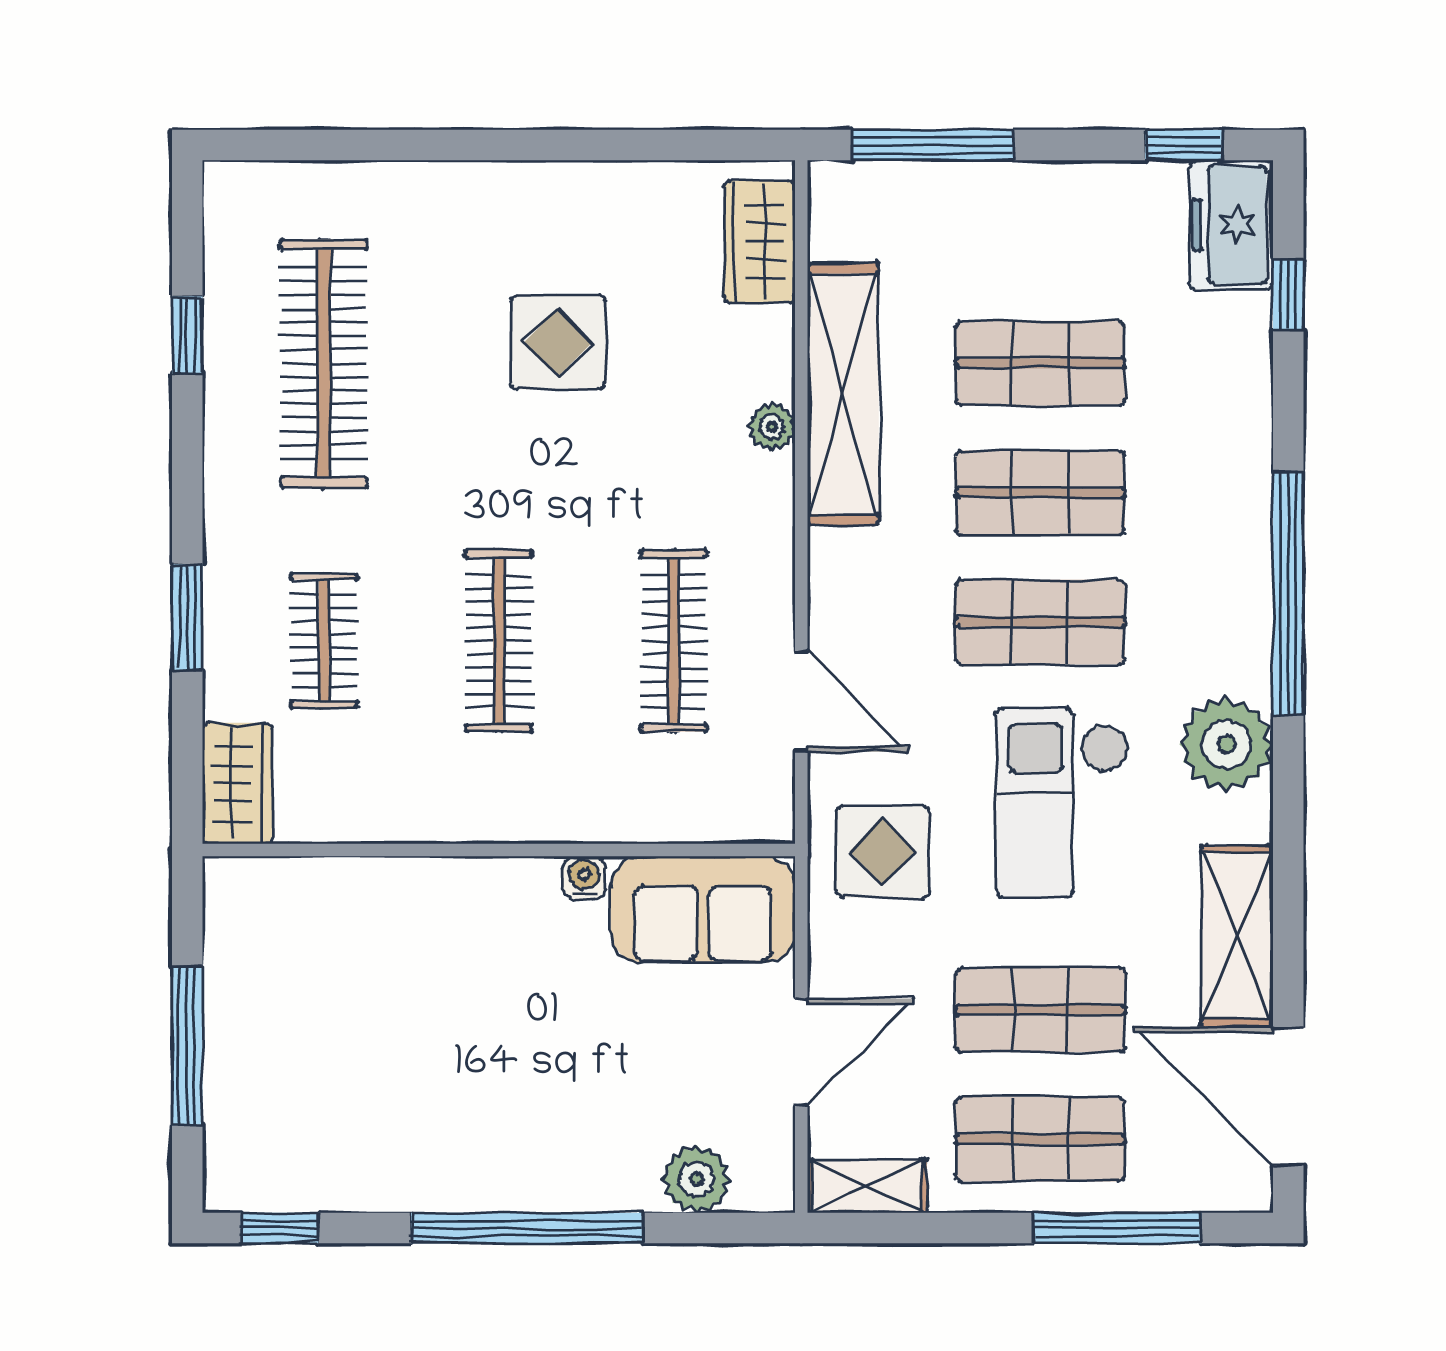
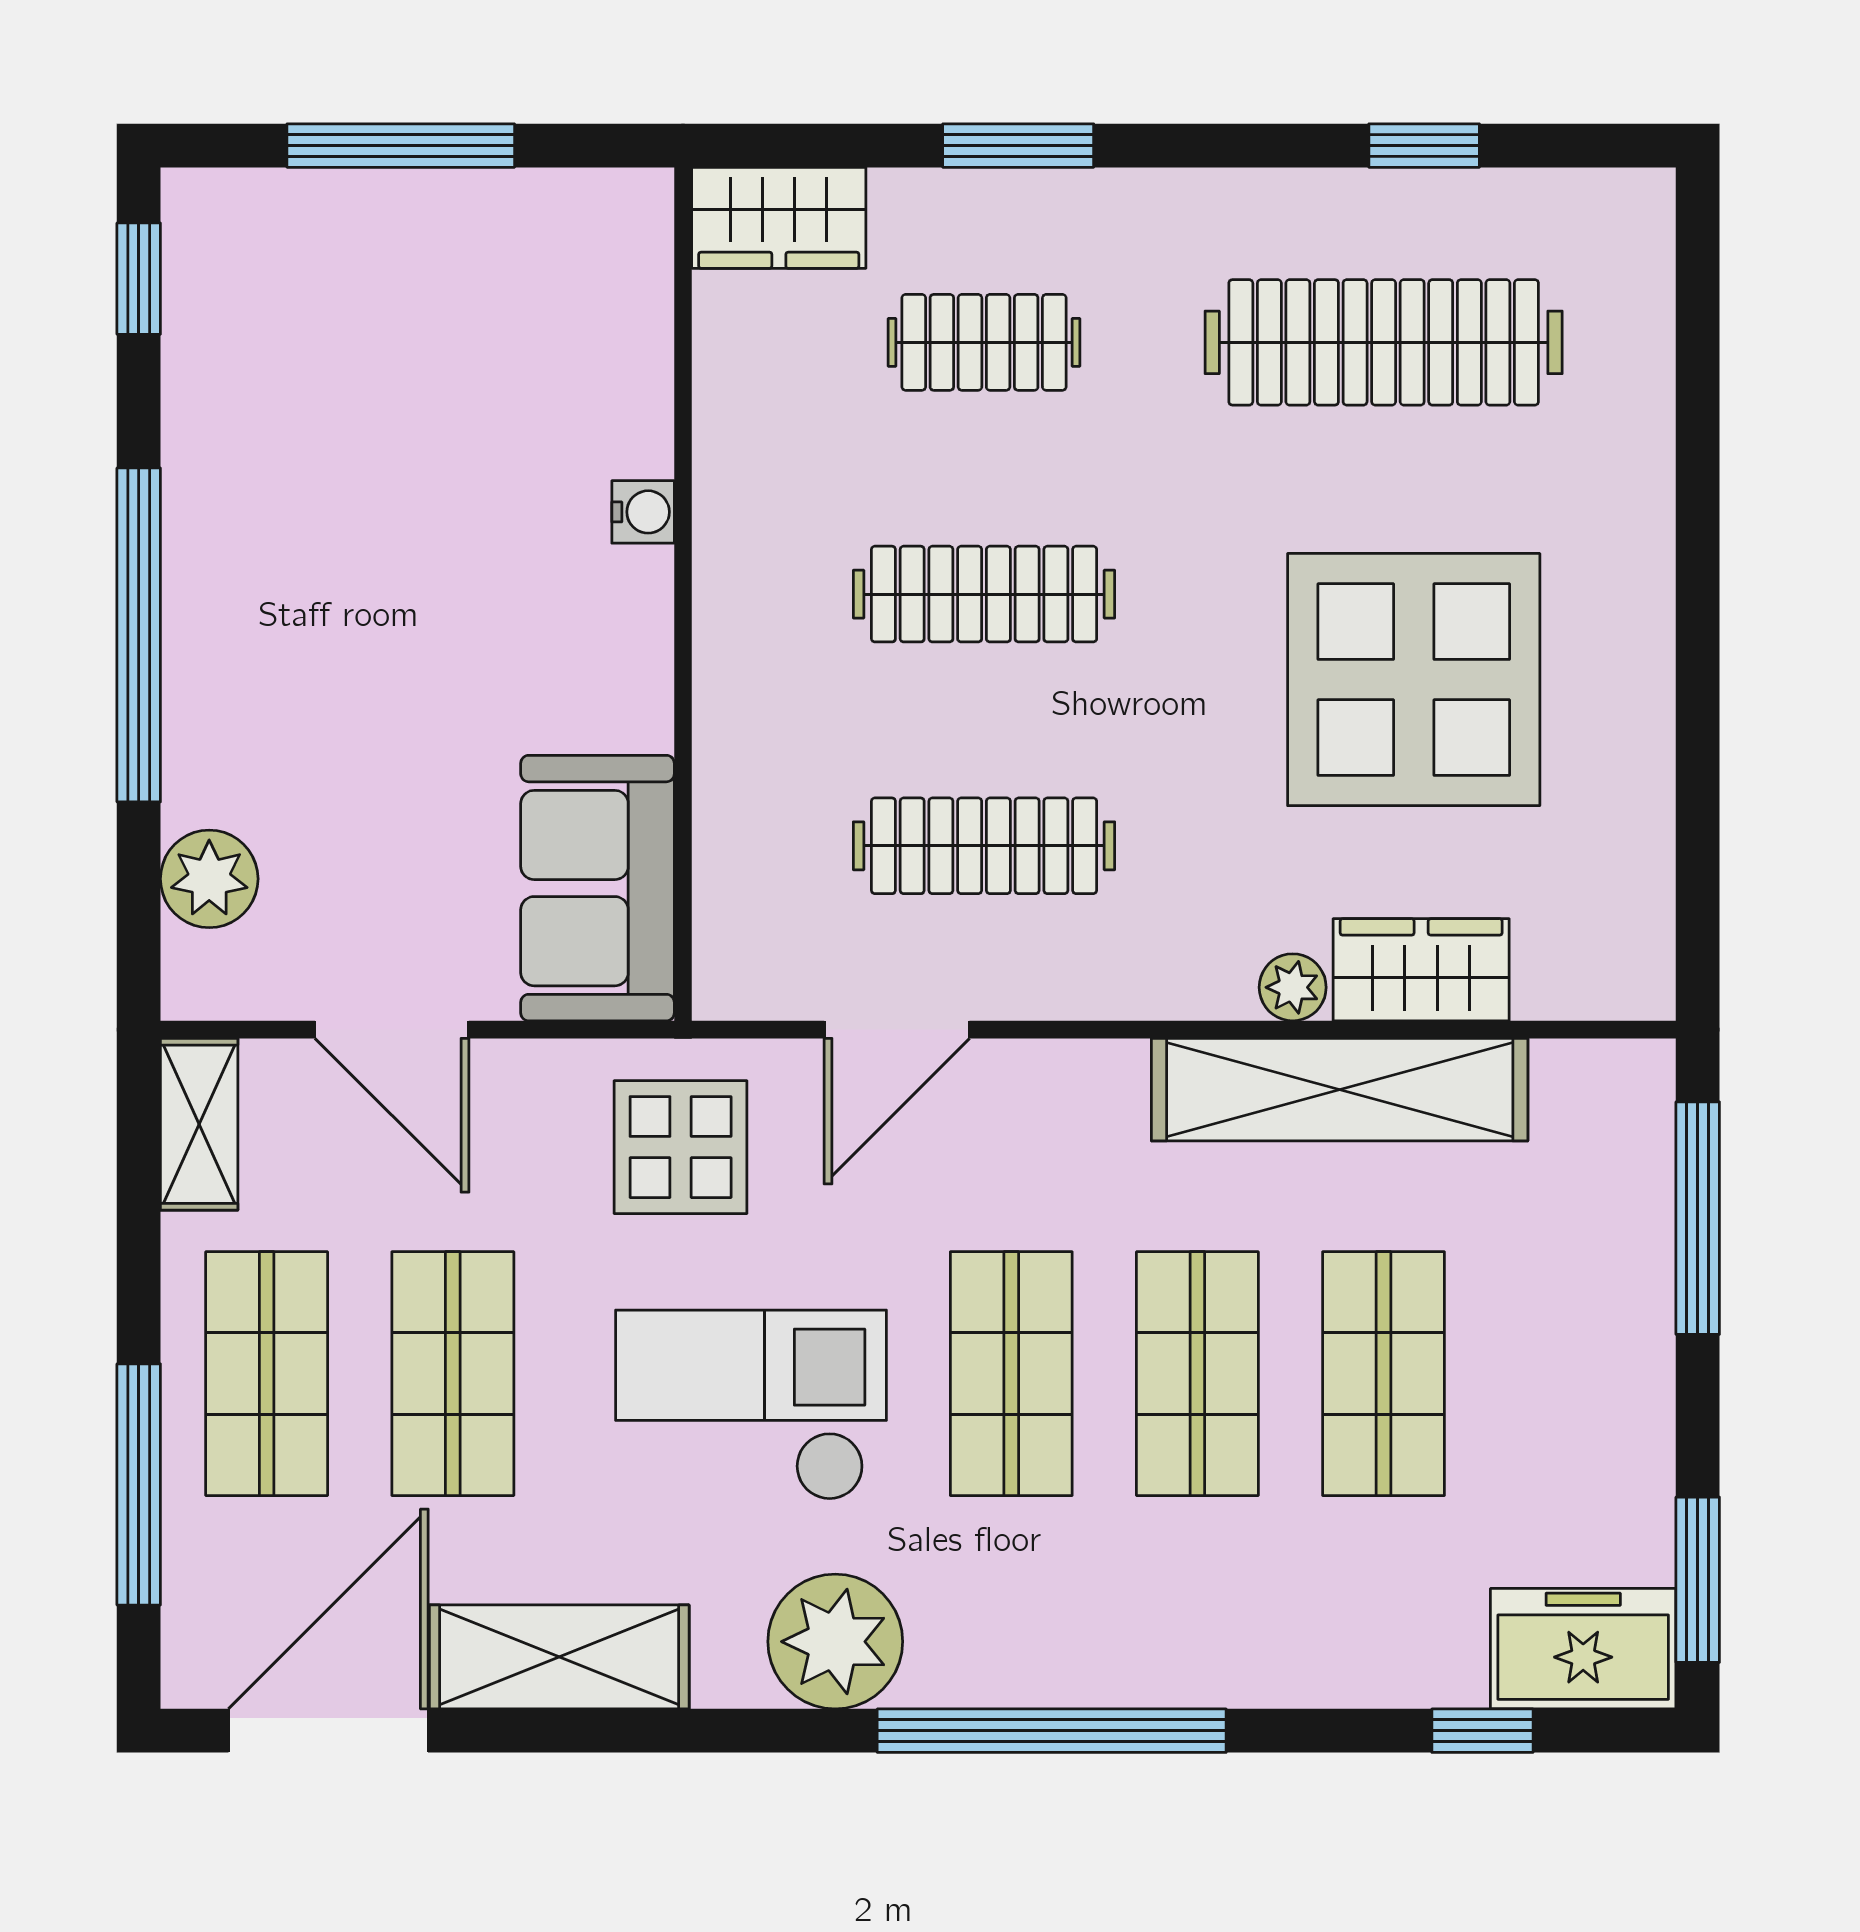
window: (1183, 145) -> (1698, 1580), width x1.50
wardrobe: (760, 241) -> (1421, 970), moved
display table: (558, 342) -> (1414, 680), width x1.86, depth x1.86
water cooler: (584, 878) -> (643, 512), moved

